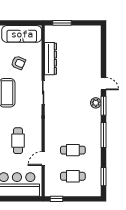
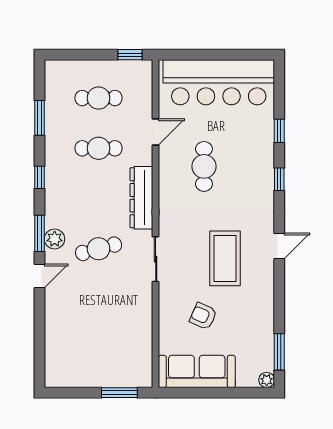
dresser: (51, 59) -> (141, 198), moved
door: (104, 84) -> (40, 276), swing flipped
cafe table: (73, 98) -> (99, 249), added
window: (104, 135) -> (40, 177), width x0.46
window: (104, 177) -> (40, 118), moved

